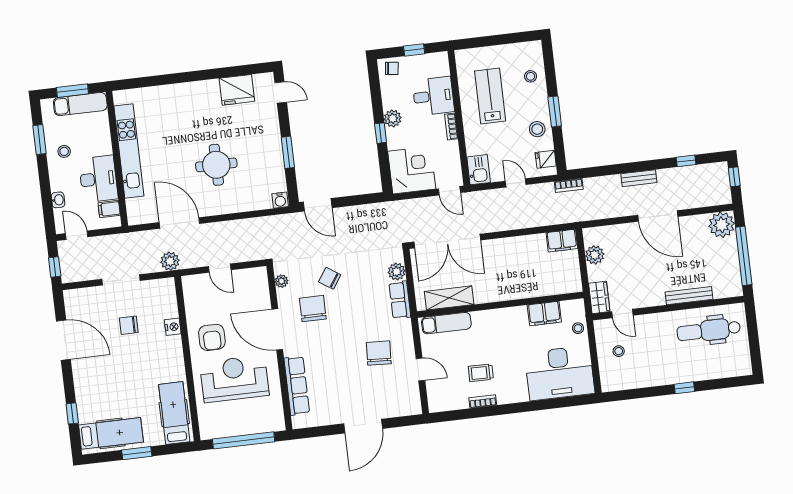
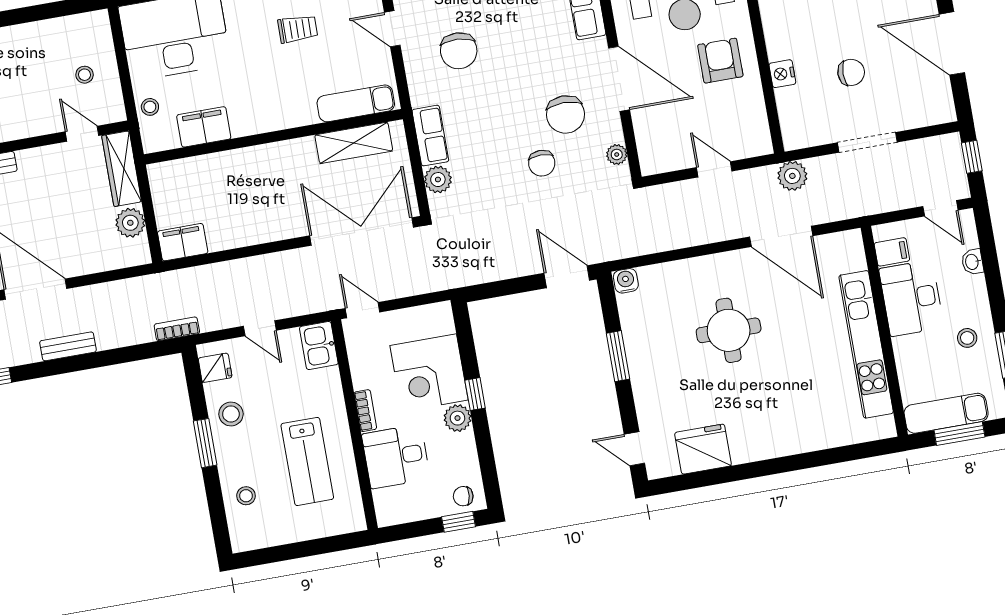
window: (414, 50) -> (459, 522), moved
corner desk: (412, 170) -> (429, 373), moved
chair: (330, 278) -> (542, 163), turned 56
wardrobe: (599, 297) -> (122, 169), width x1.50

